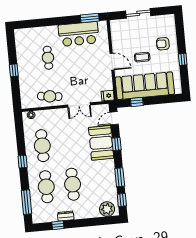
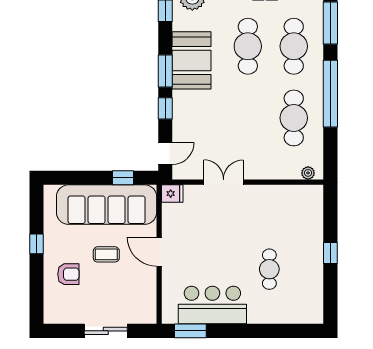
cafe table: (50, 96) -> (273, 202), removed
booth: (101, 143) -> (192, 60), moved
window: (23, 162) -> (330, 94), width x3.17
window: (120, 177) -> (165, 71), moved

